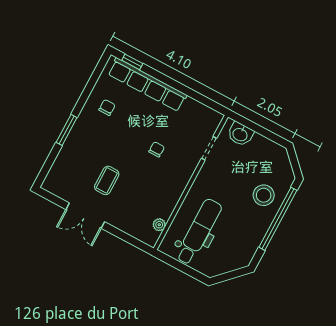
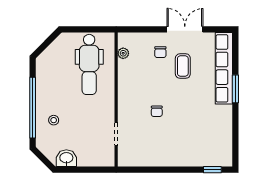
row of seats: (147, 85) -> (224, 68), moved, turned -90
chair: (107, 107) -> (160, 52), moved
washbasin: (240, 134) -> (66, 158), moved
stool: (264, 195) -> (54, 120), width x0.53, depth x0.53

